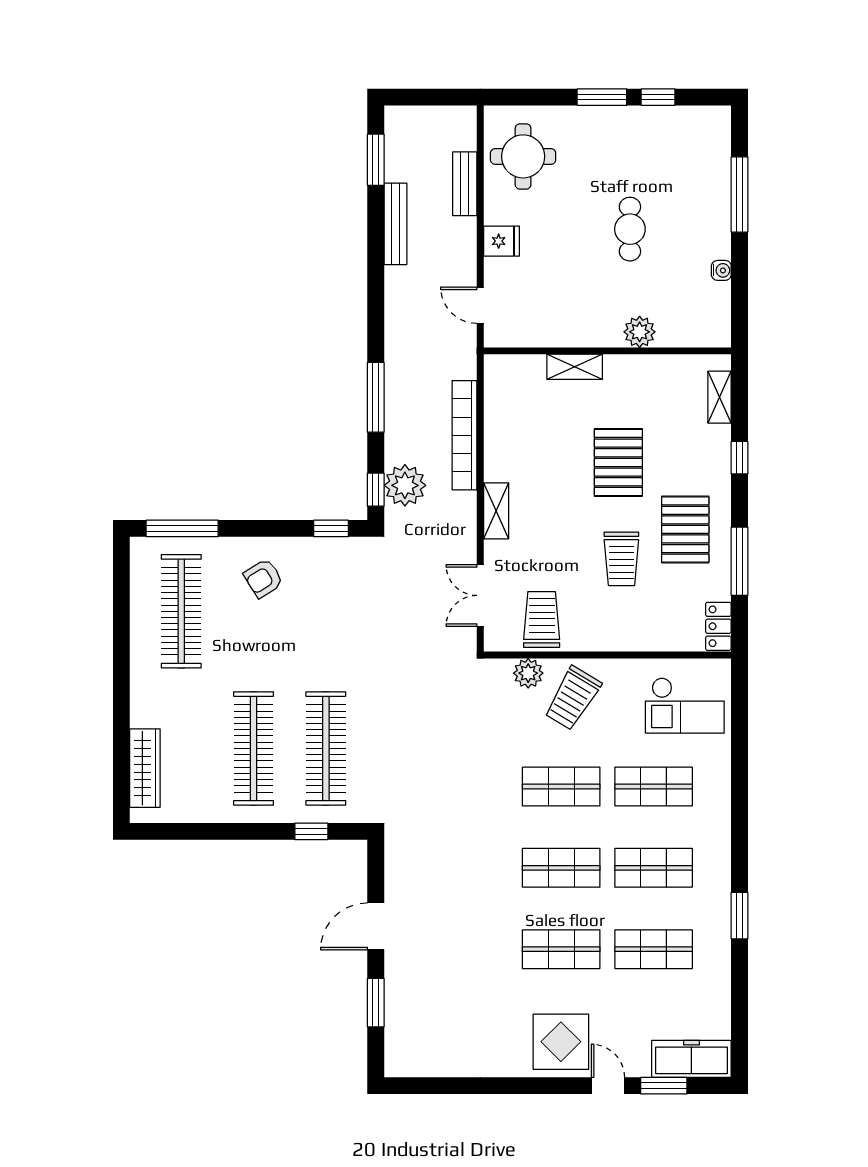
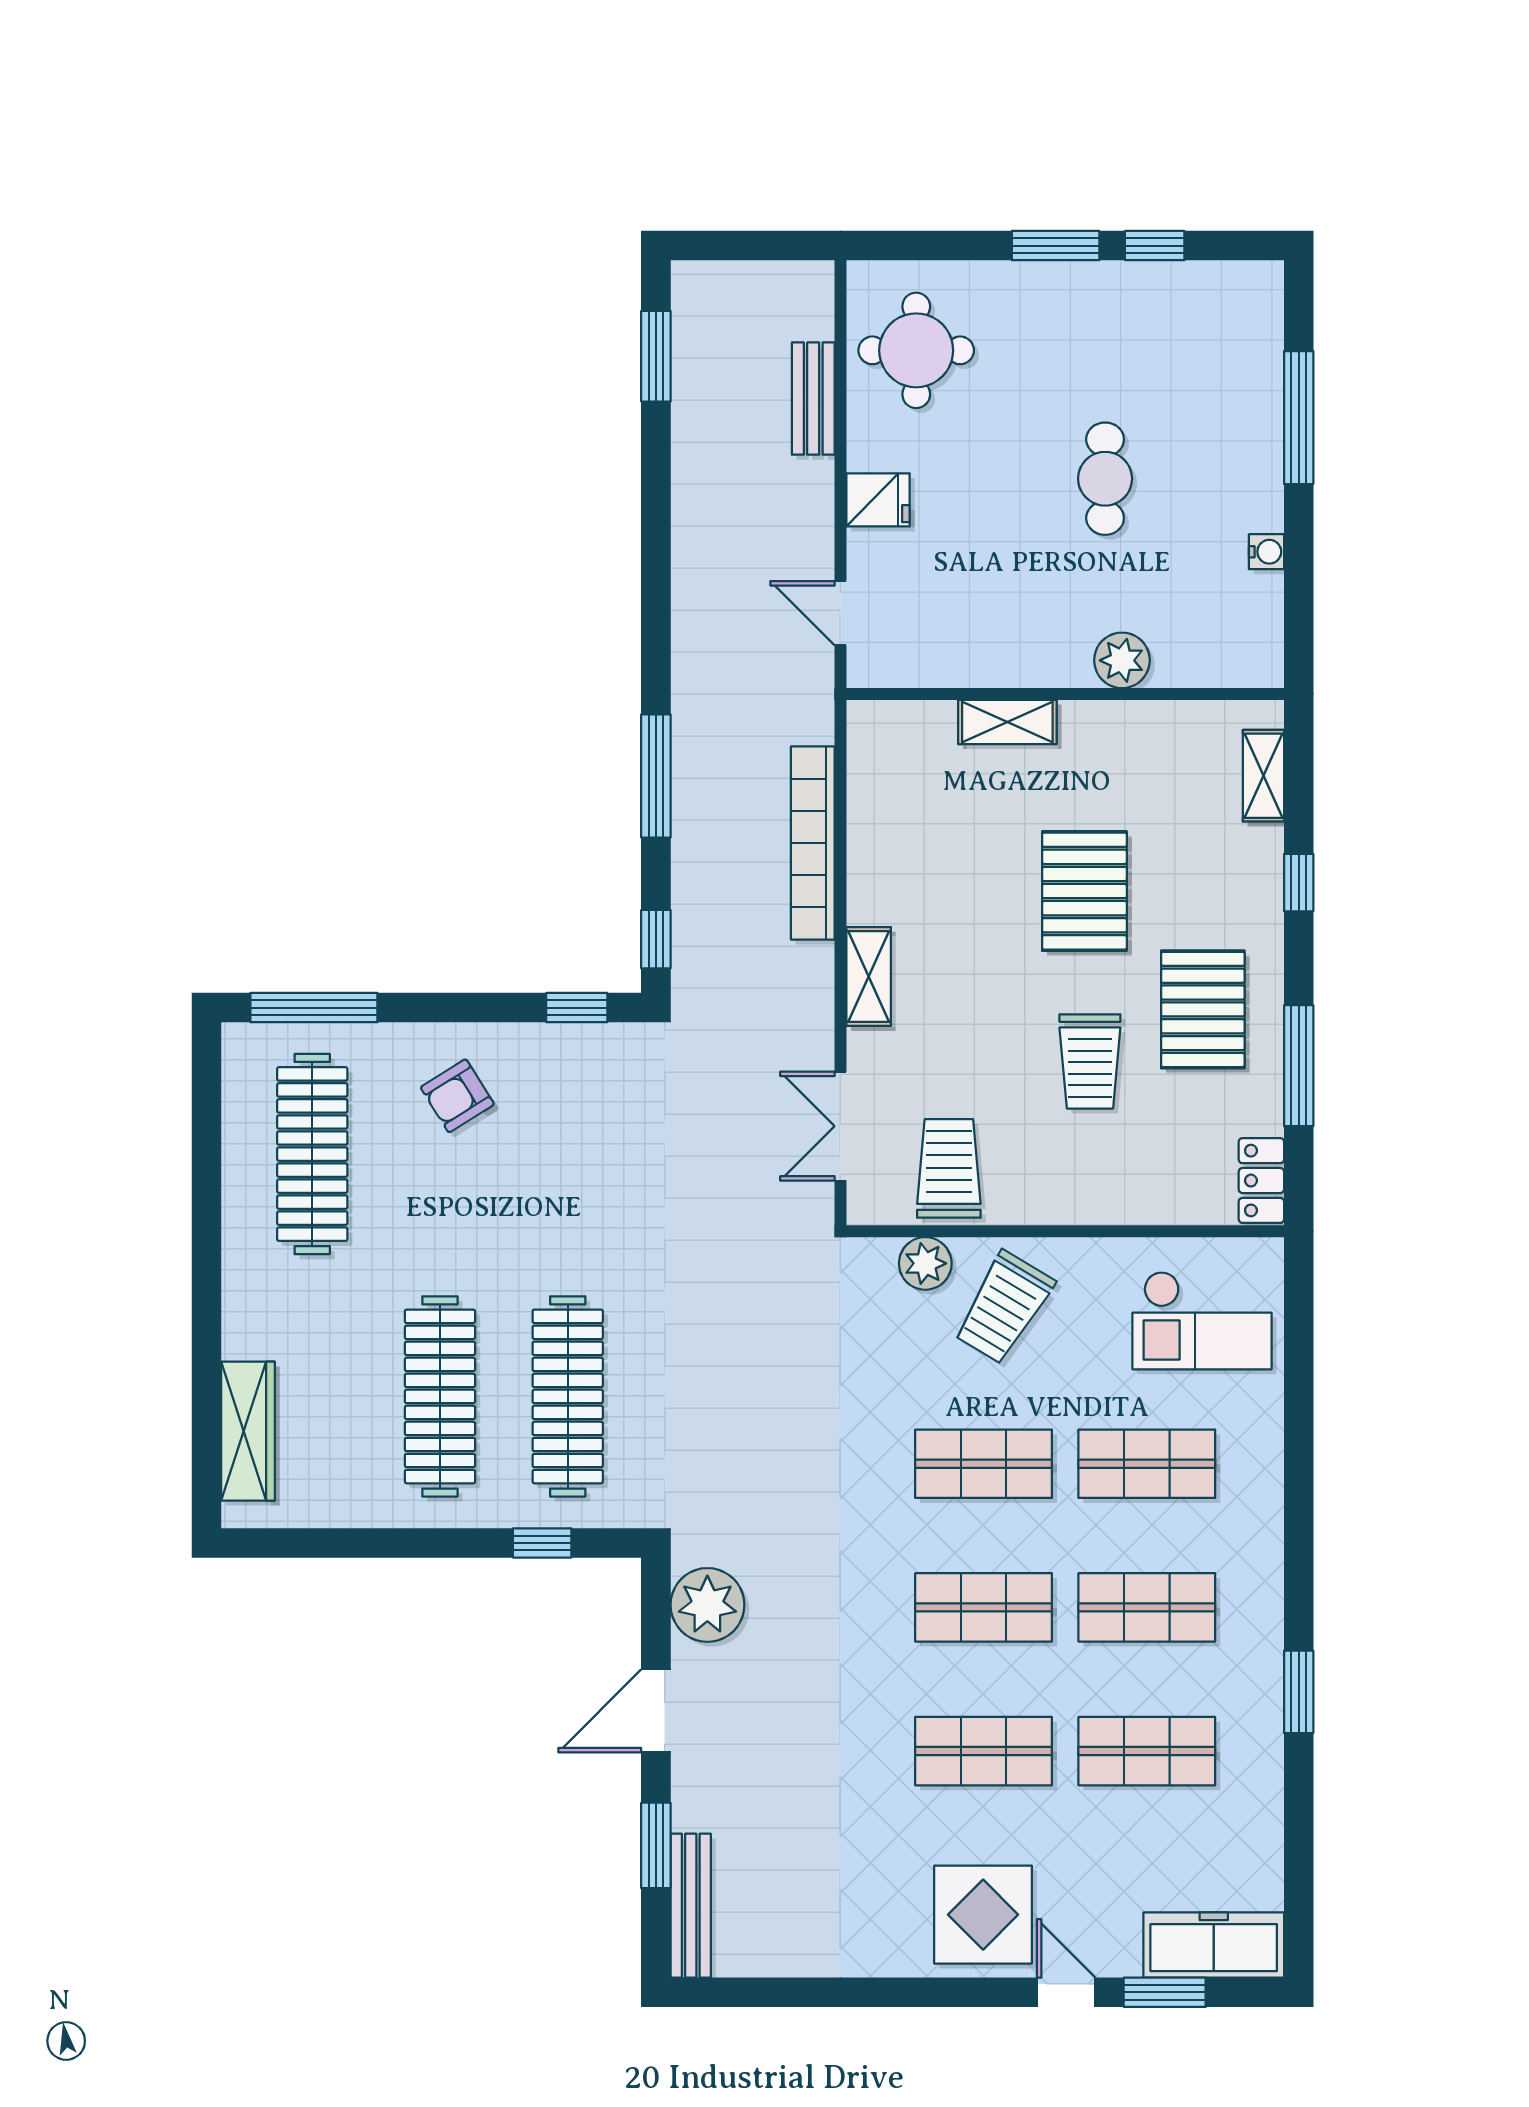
bench: (395, 224) -> (691, 1906), moved
plant: (405, 485) -> (707, 1605), moved

